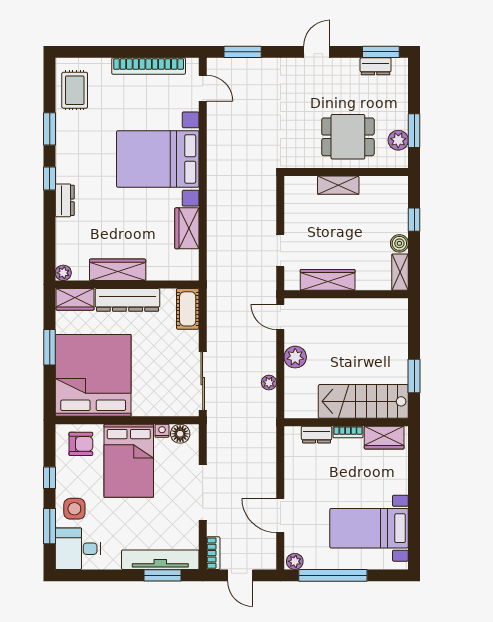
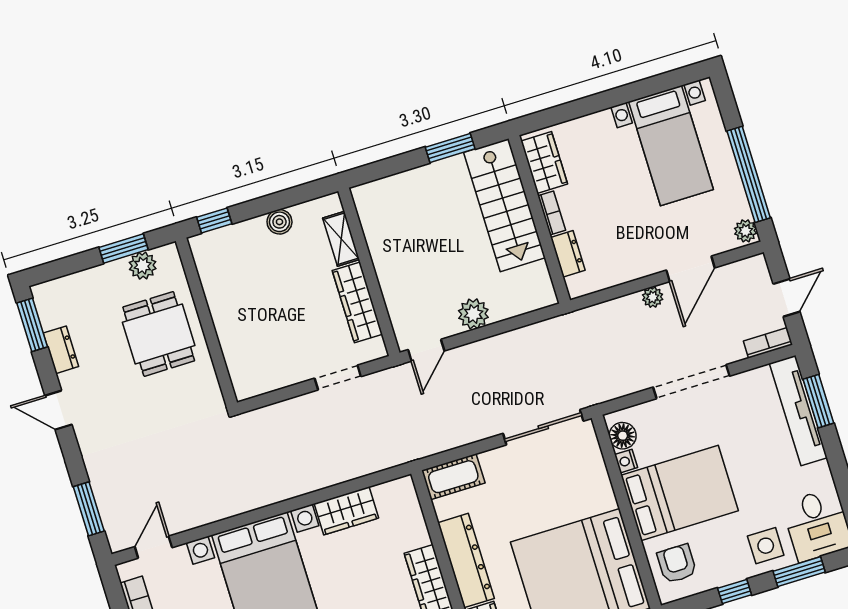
dresser: (376, 66) -> (61, 350), moved
shelving: (338, 185) -> (227, 327), removed
window: (414, 220) -> (214, 221), moved
shelving: (400, 272) -> (341, 239), moved, turned 90
plant: (269, 383) -> (653, 297), moved

